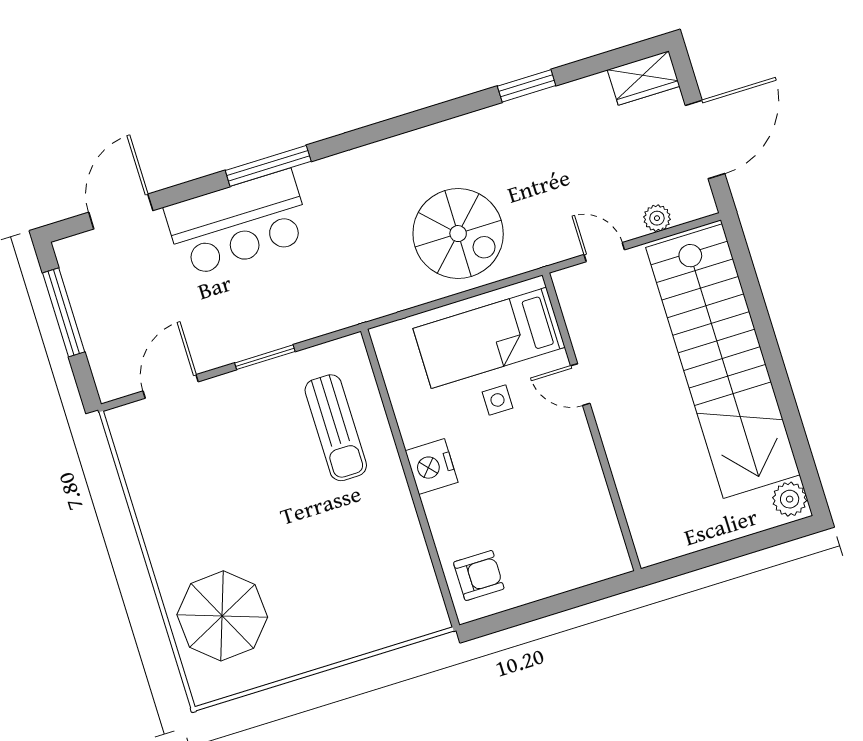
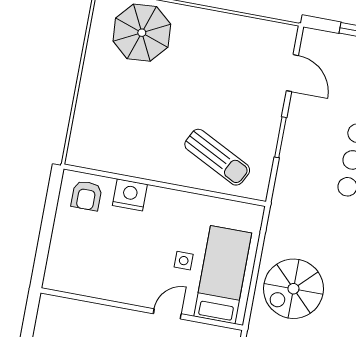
sun lounger: (336, 428) -> (217, 157), turned -153
nightstand: (432, 467) -> (130, 195), moved

